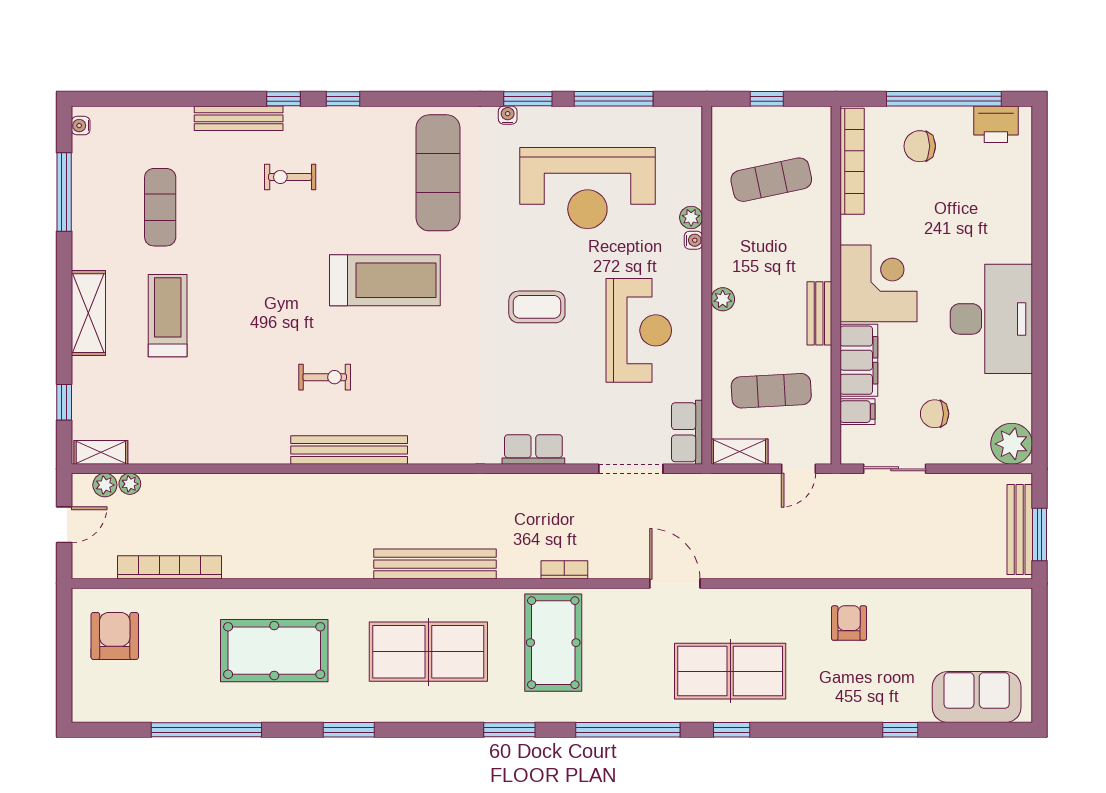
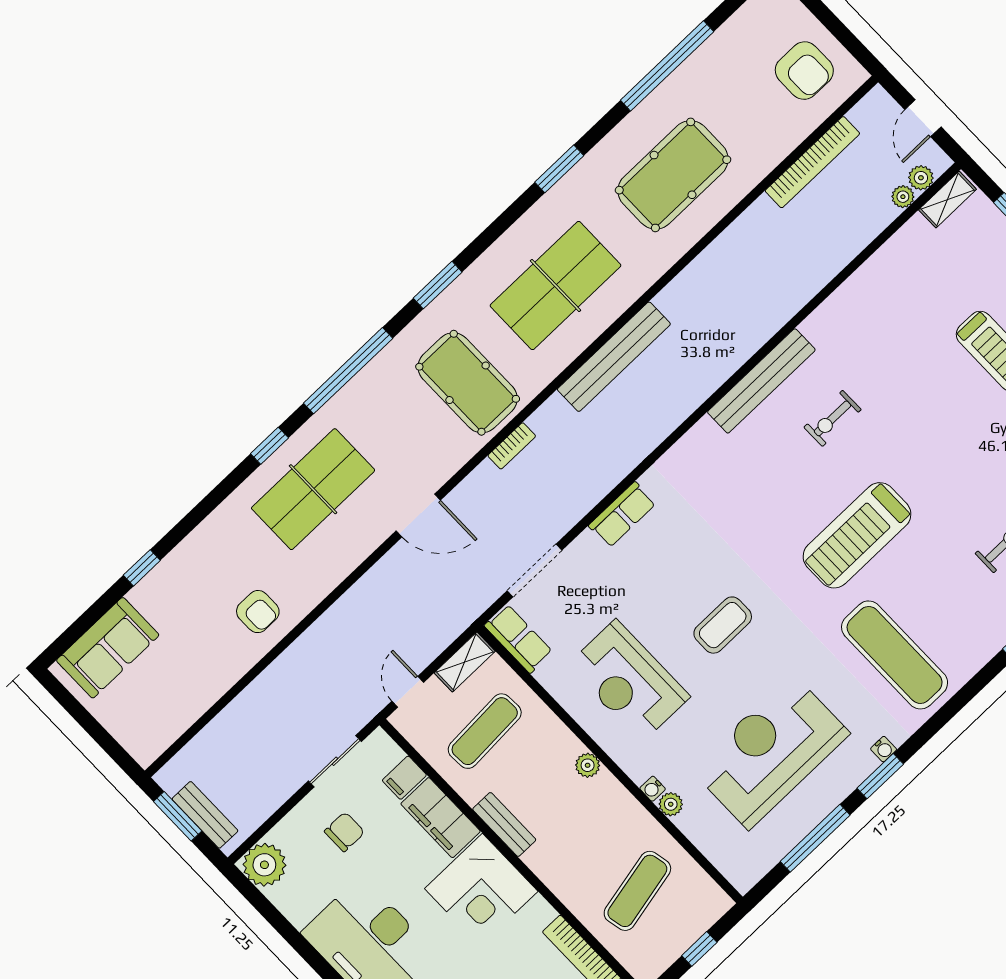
bench: (1020, 530) -> (205, 815), width x0.73

